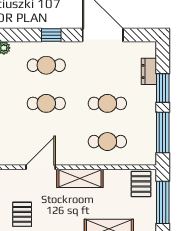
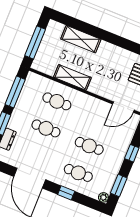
door: (41, 167) -> (123, 107), moved
shelving: (80, 178) -> (72, 77), moved
pallet: (141, 184) -> (45, 62), removed

